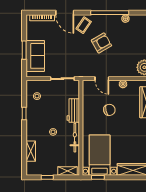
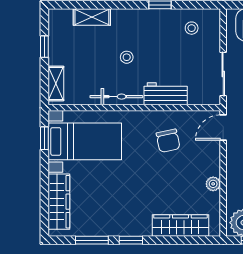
door: (102, 79) -> (223, 128), moved
chair: (109, 110) -> (168, 141), moved

